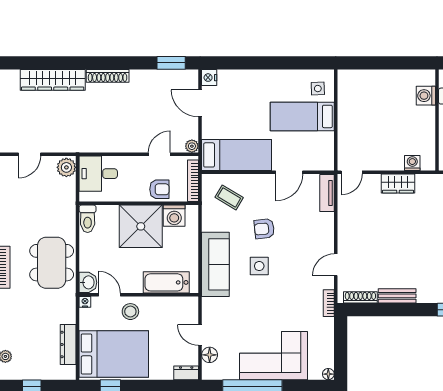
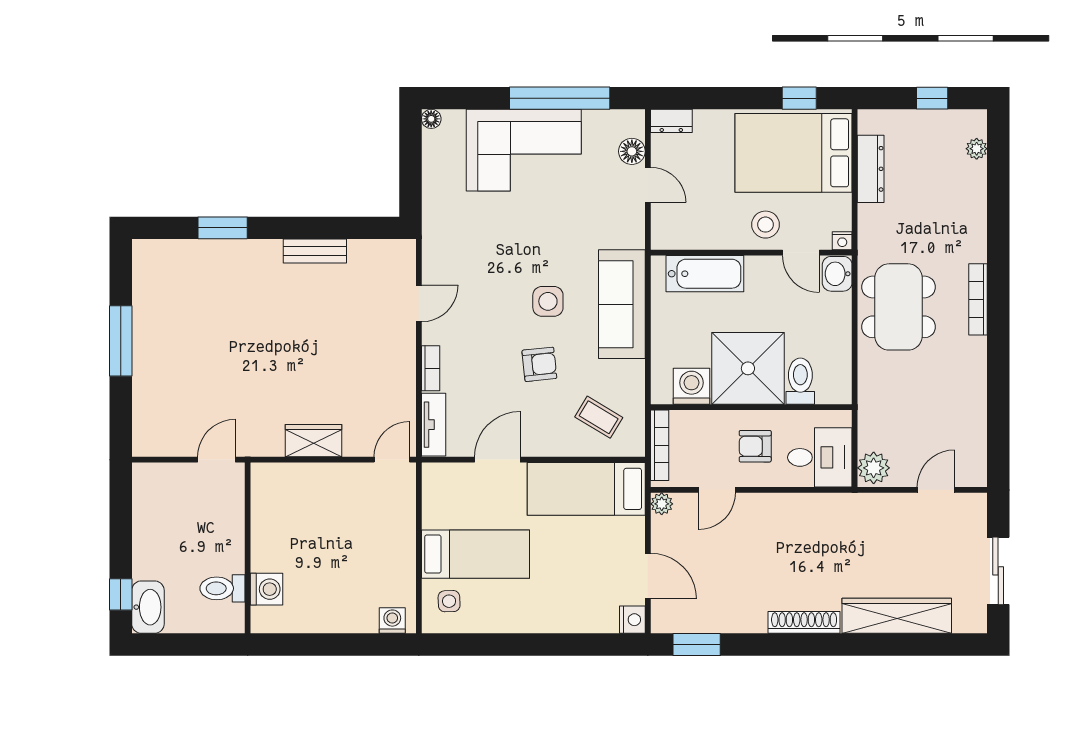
washing machine: (412, 163) -> (392, 621), moved, turned 180
armchair: (159, 189) -> (755, 446), moved
toilet: (88, 219) -> (800, 381), moved
shoe rack: (360, 297) -> (377, 249), removed
bookcase: (329, 303) -> (431, 368), moved

